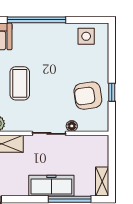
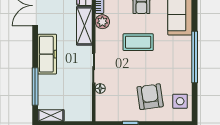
armchair: (88, 96) -> (150, 97), moved
freezer: (51, 186) -> (47, 54), moved

